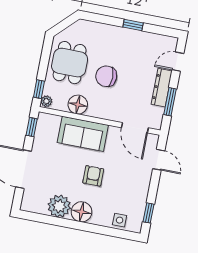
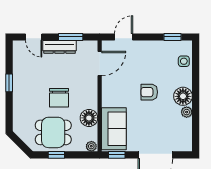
window: (39, 89) -> (56, 155), moved
sofa: (83, 134) -> (114, 129), moved
plant: (59, 206) -> (187, 112), width x0.53, depth x0.53

